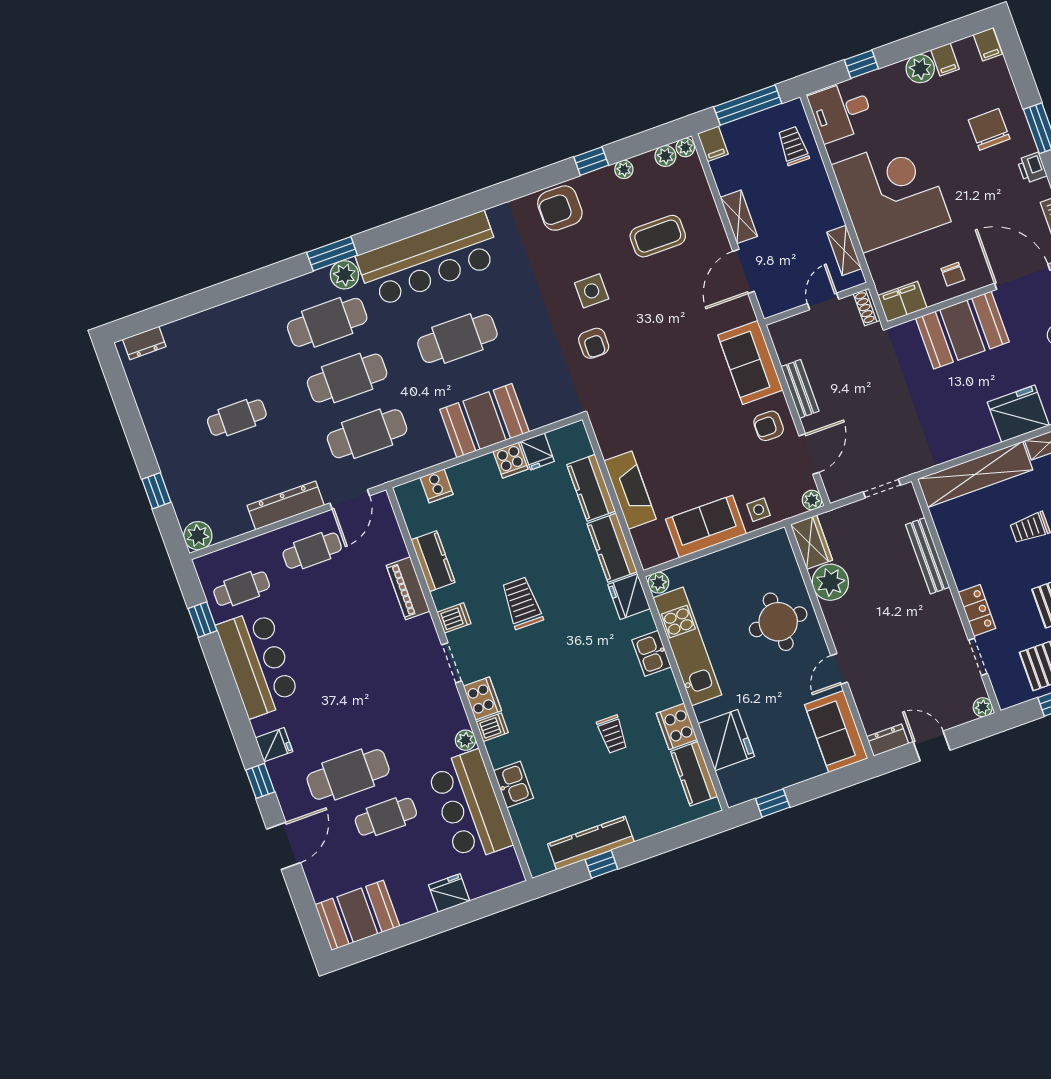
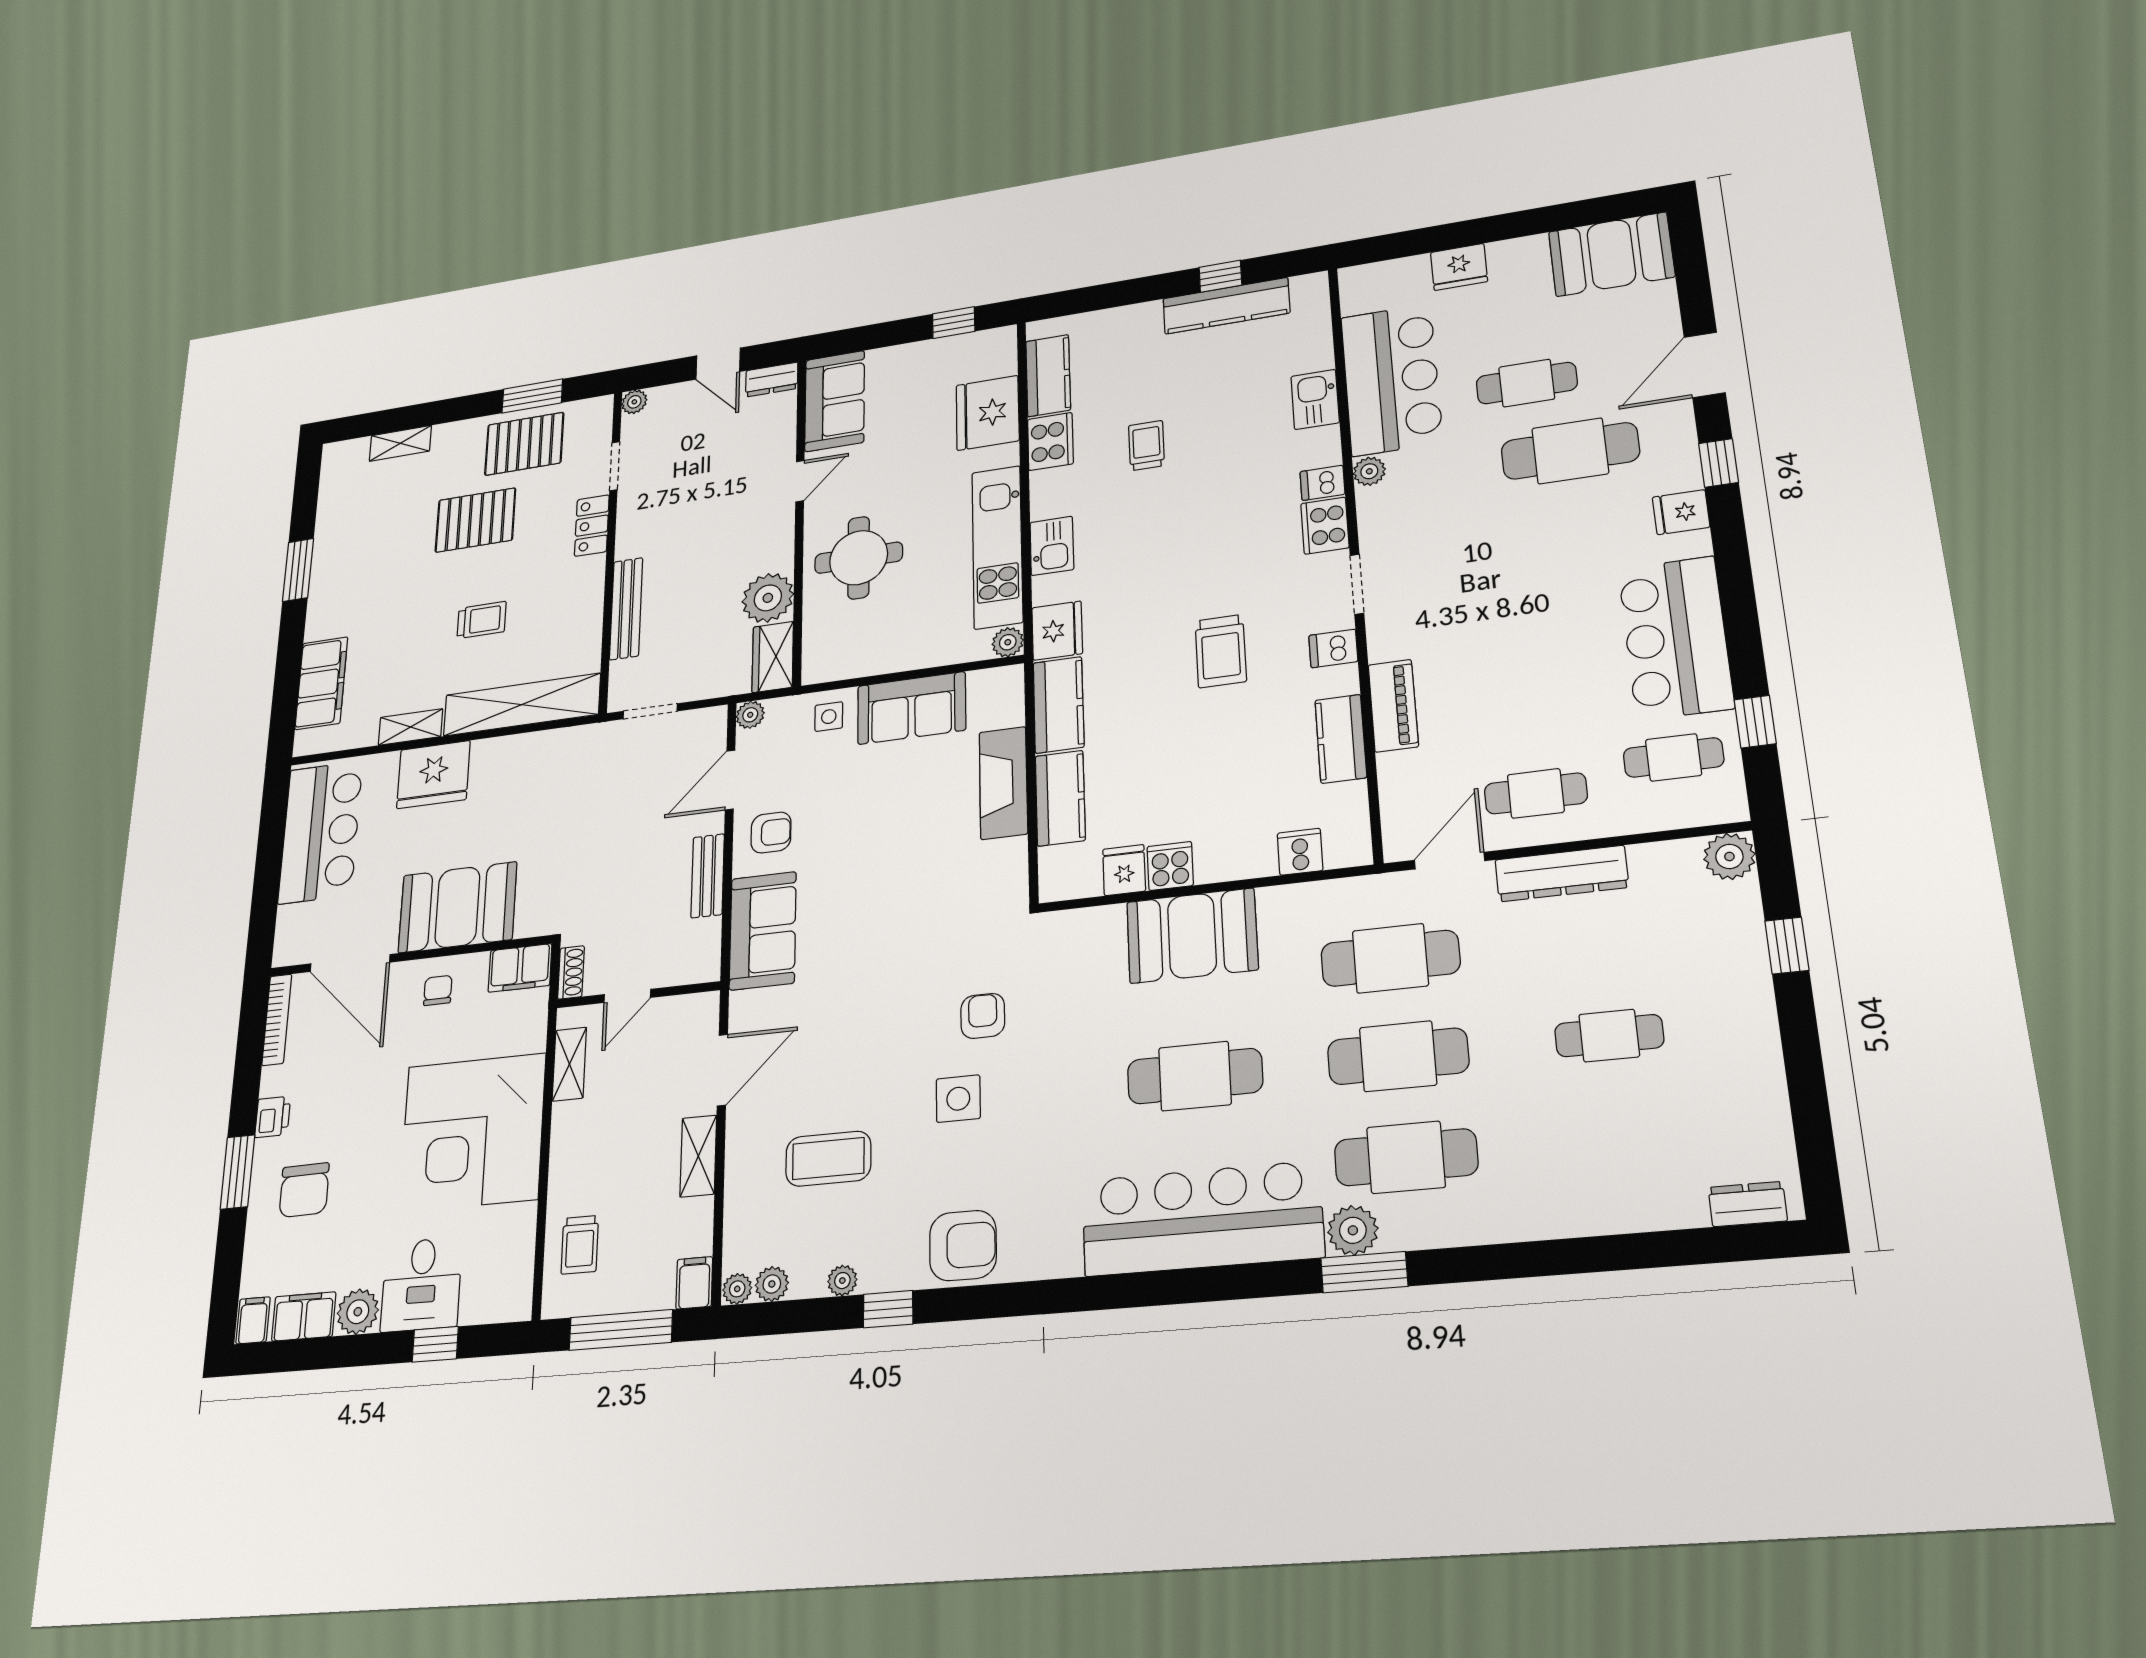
filing cabinet: (945, 59) -> (304, 1317), width x2.00
desk: (841, 111) -> (421, 1284), moved, turned 90

